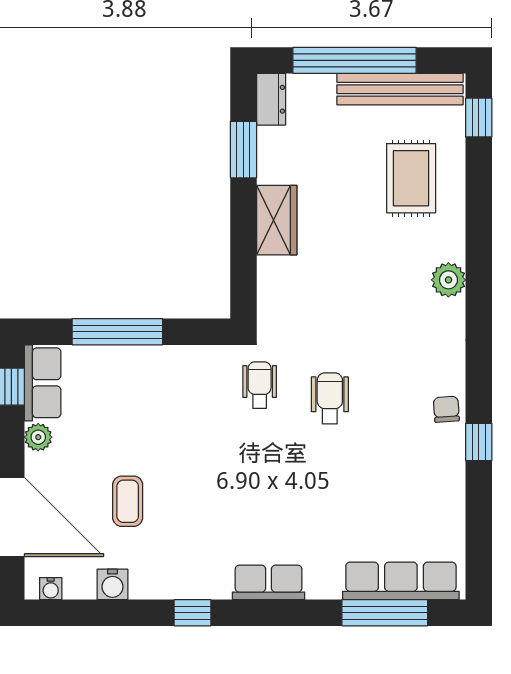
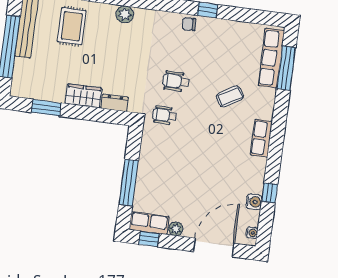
dresser: (271, 99) -> (115, 103), moved
rug: (411, 178) -> (72, 26), turned 90
coffee table: (128, 501) -> (230, 96), moved, turned -32
row of seats: (269, 582) -> (261, 138), moved
window: (192, 613) -> (270, 193), moved

